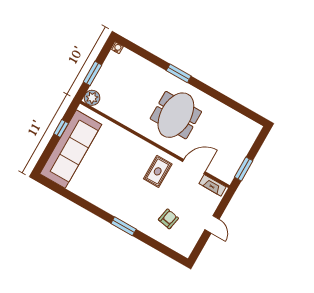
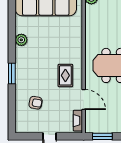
rug: (158, 171) -> (65, 75), turned 90
plant: (94, 196) -> (21, 40), added

